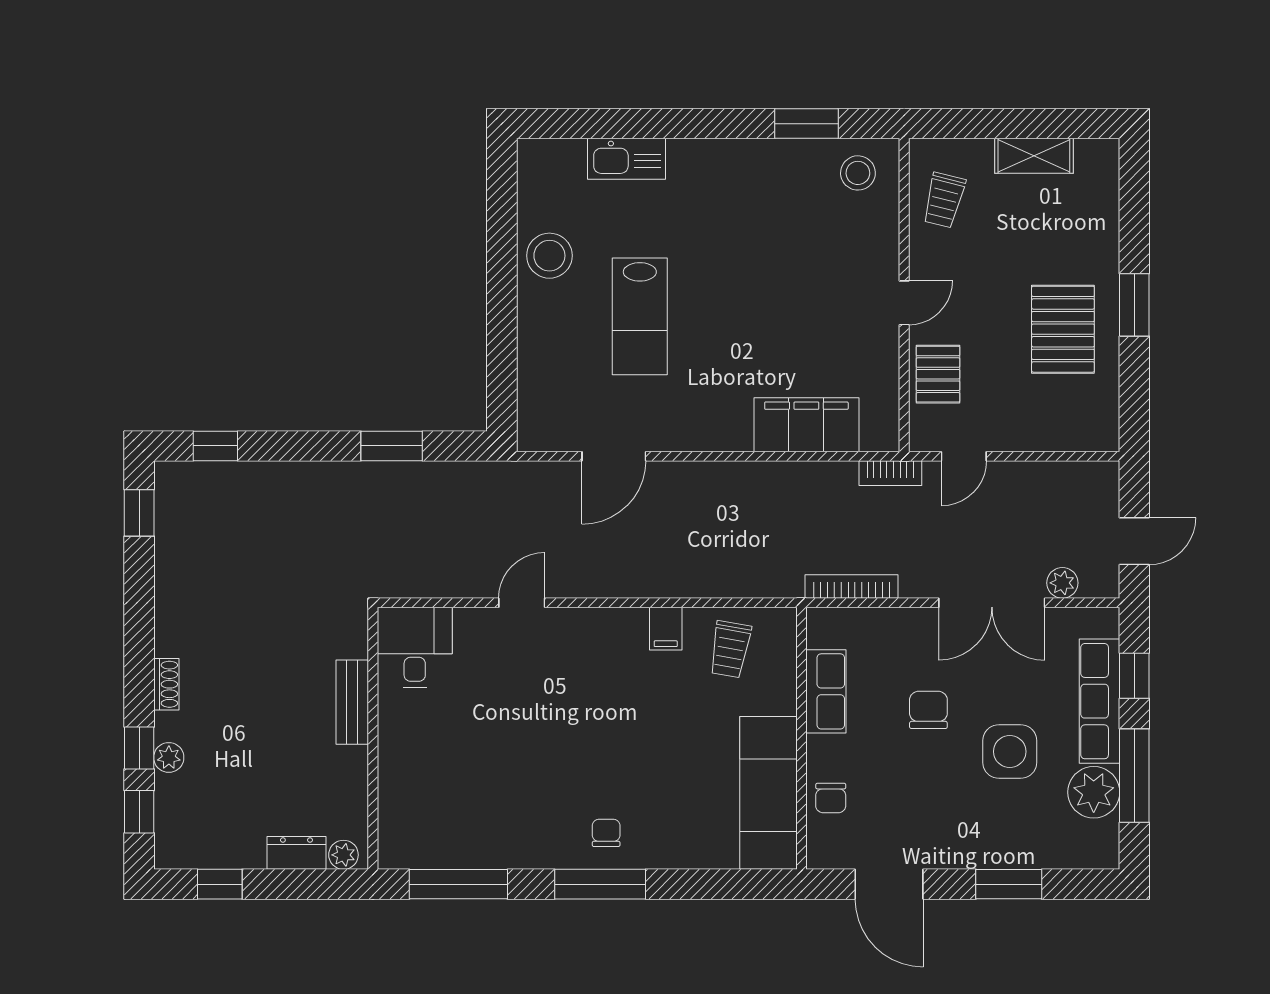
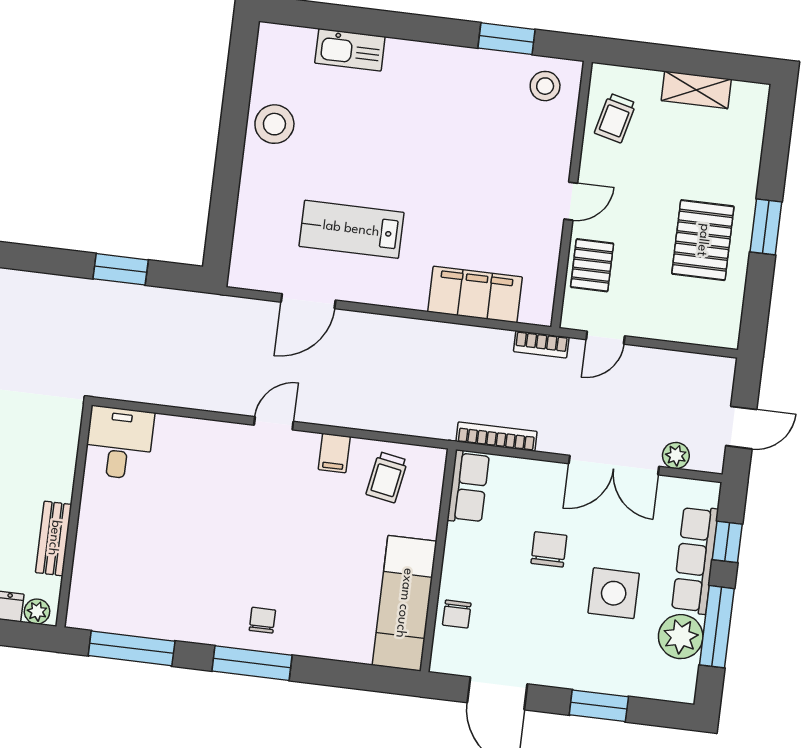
lab bench: (640, 316) -> (351, 229), moved, turned 90
door: (522, 603) -> (274, 423), moved
row of seats: (826, 691) -> (468, 487), moved
bench: (352, 702) -> (54, 538), moved

